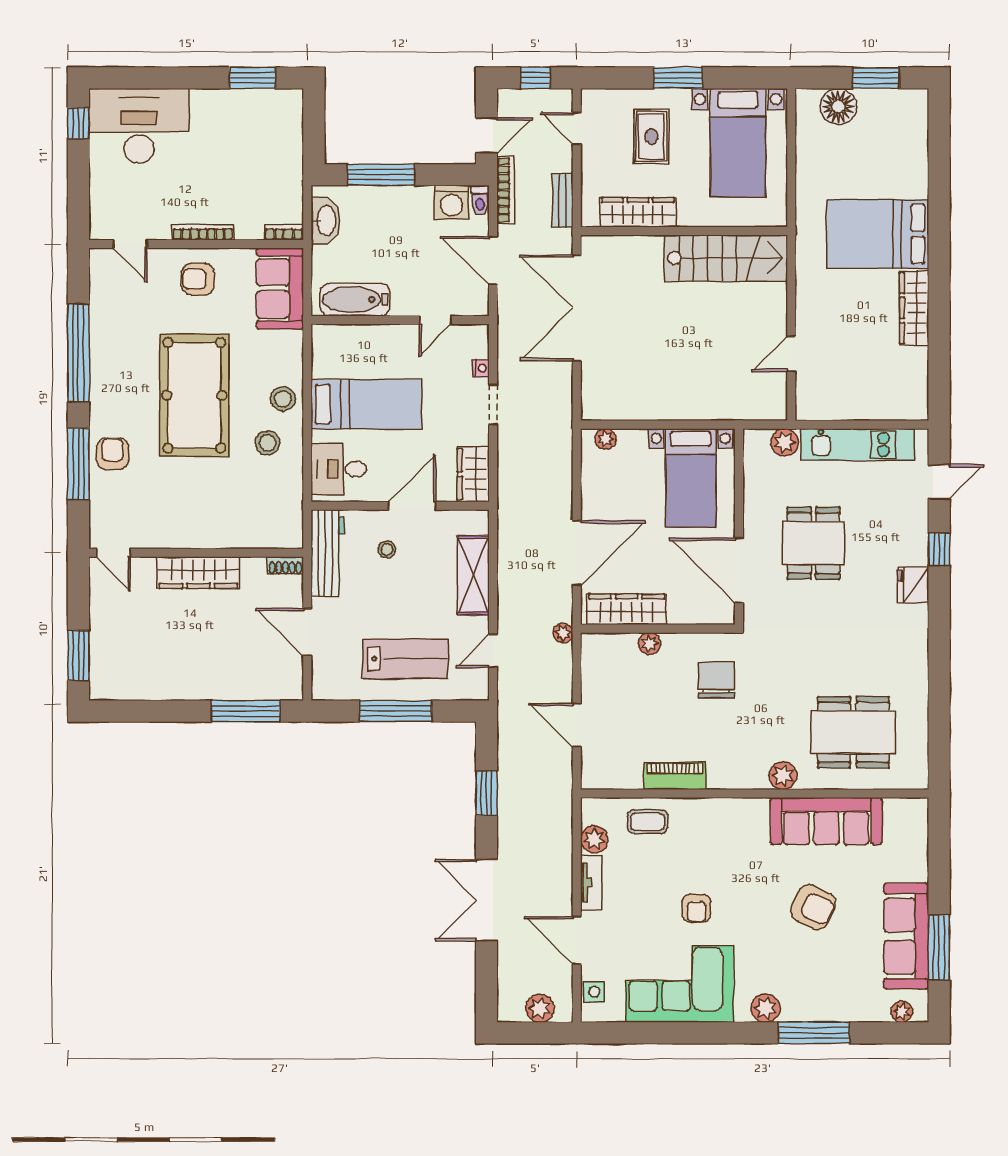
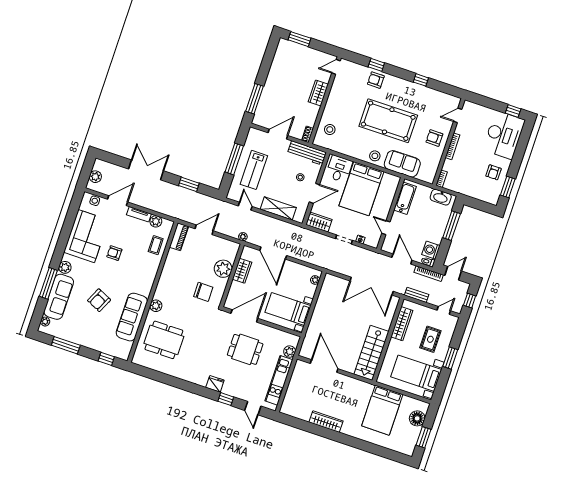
armchair: (230, 121) -> (494, 172), added
door: (487, 135) -> (453, 273), swing flipped
rug: (651, 136) -> (430, 339), turned 90
bed: (878, 234) -> (382, 410), moved, turned 180
door: (493, 261) -> (402, 259), hinge flipped
armchair: (198, 279) -> (434, 138), turned -90
sofa: (280, 288) -> (402, 164), moved
double door: (577, 308) -> (372, 286), swing flipped
window: (78, 353) -> (421, 80), width x0.32
door: (791, 354) -> (324, 366), width x1.88
bed: (366, 404) -> (361, 189), width x1.50
stool: (268, 443) -> (330, 129), moved
armchair: (113, 454) -> (376, 80), turned 180
window: (78, 464) -> (376, 65), width x0.46
door: (412, 506) -> (314, 193), hinge flipped
wardrobe: (198, 573) -> (318, 93), width x0.67
wardrobe: (627, 609) -> (242, 271), width x0.67
plant: (650, 644) -> (223, 269), width x1.87, depth x1.87
dining table: (853, 732) -> (164, 340), turned 90
piano: (675, 776) -> (179, 237), moved
window: (939, 847) -> (106, 359), added
sofa: (906, 936) -> (59, 297), moved, turned 90

